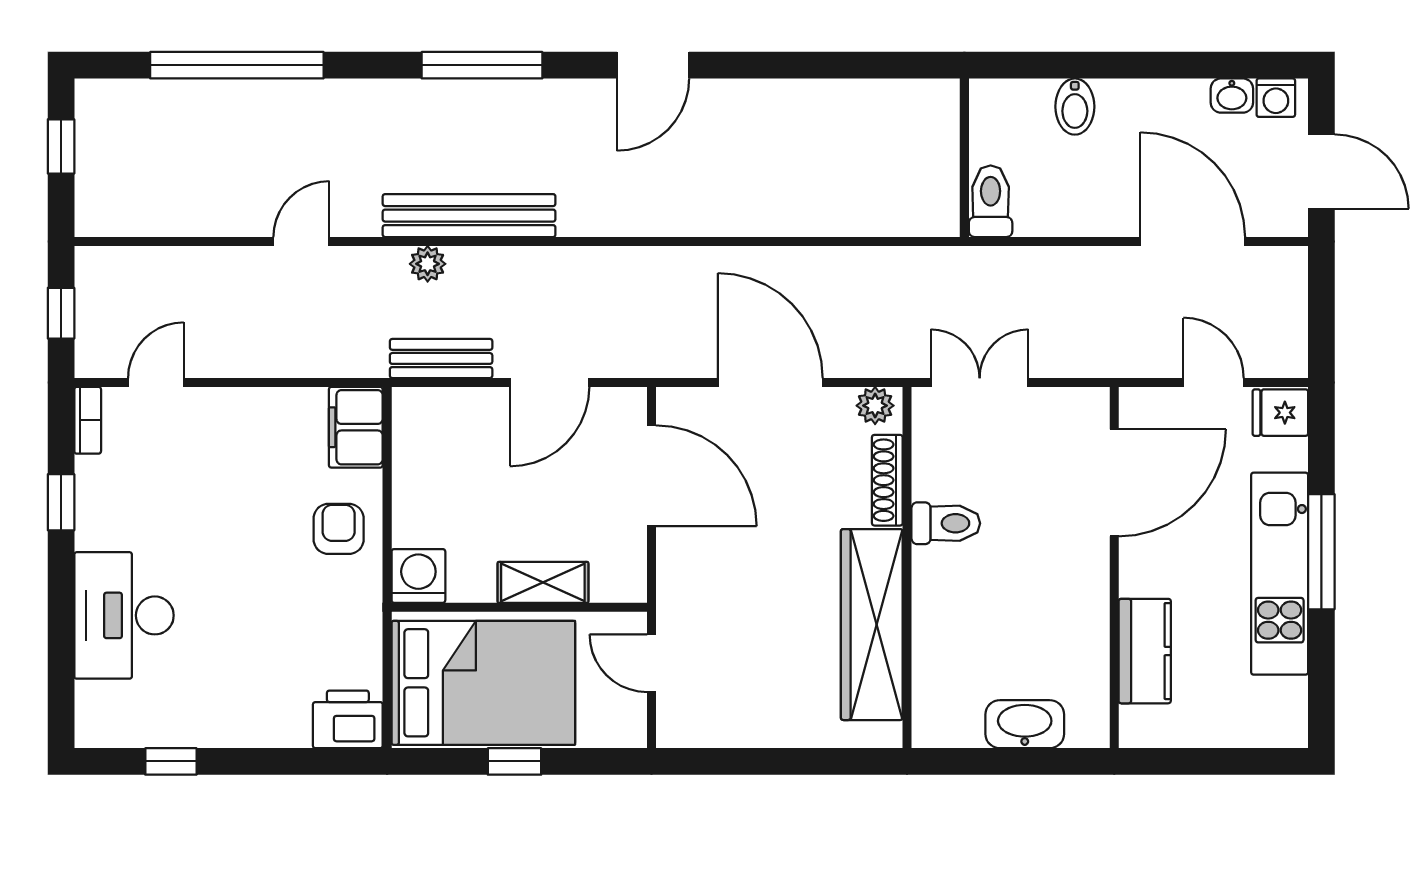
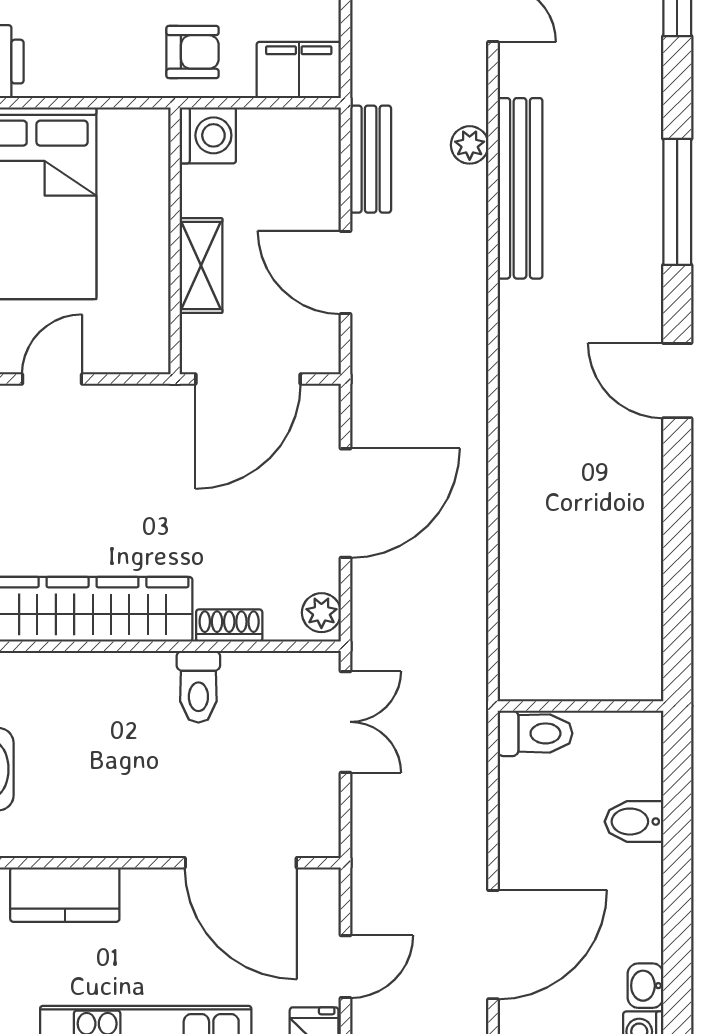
shoe rack: (887, 480) -> (229, 625), width x0.70
washing machine: (418, 576) -> (208, 135), moved
shelving: (543, 582) -> (201, 266), moved
wall: (519, 607) -> (175, 241), moved

